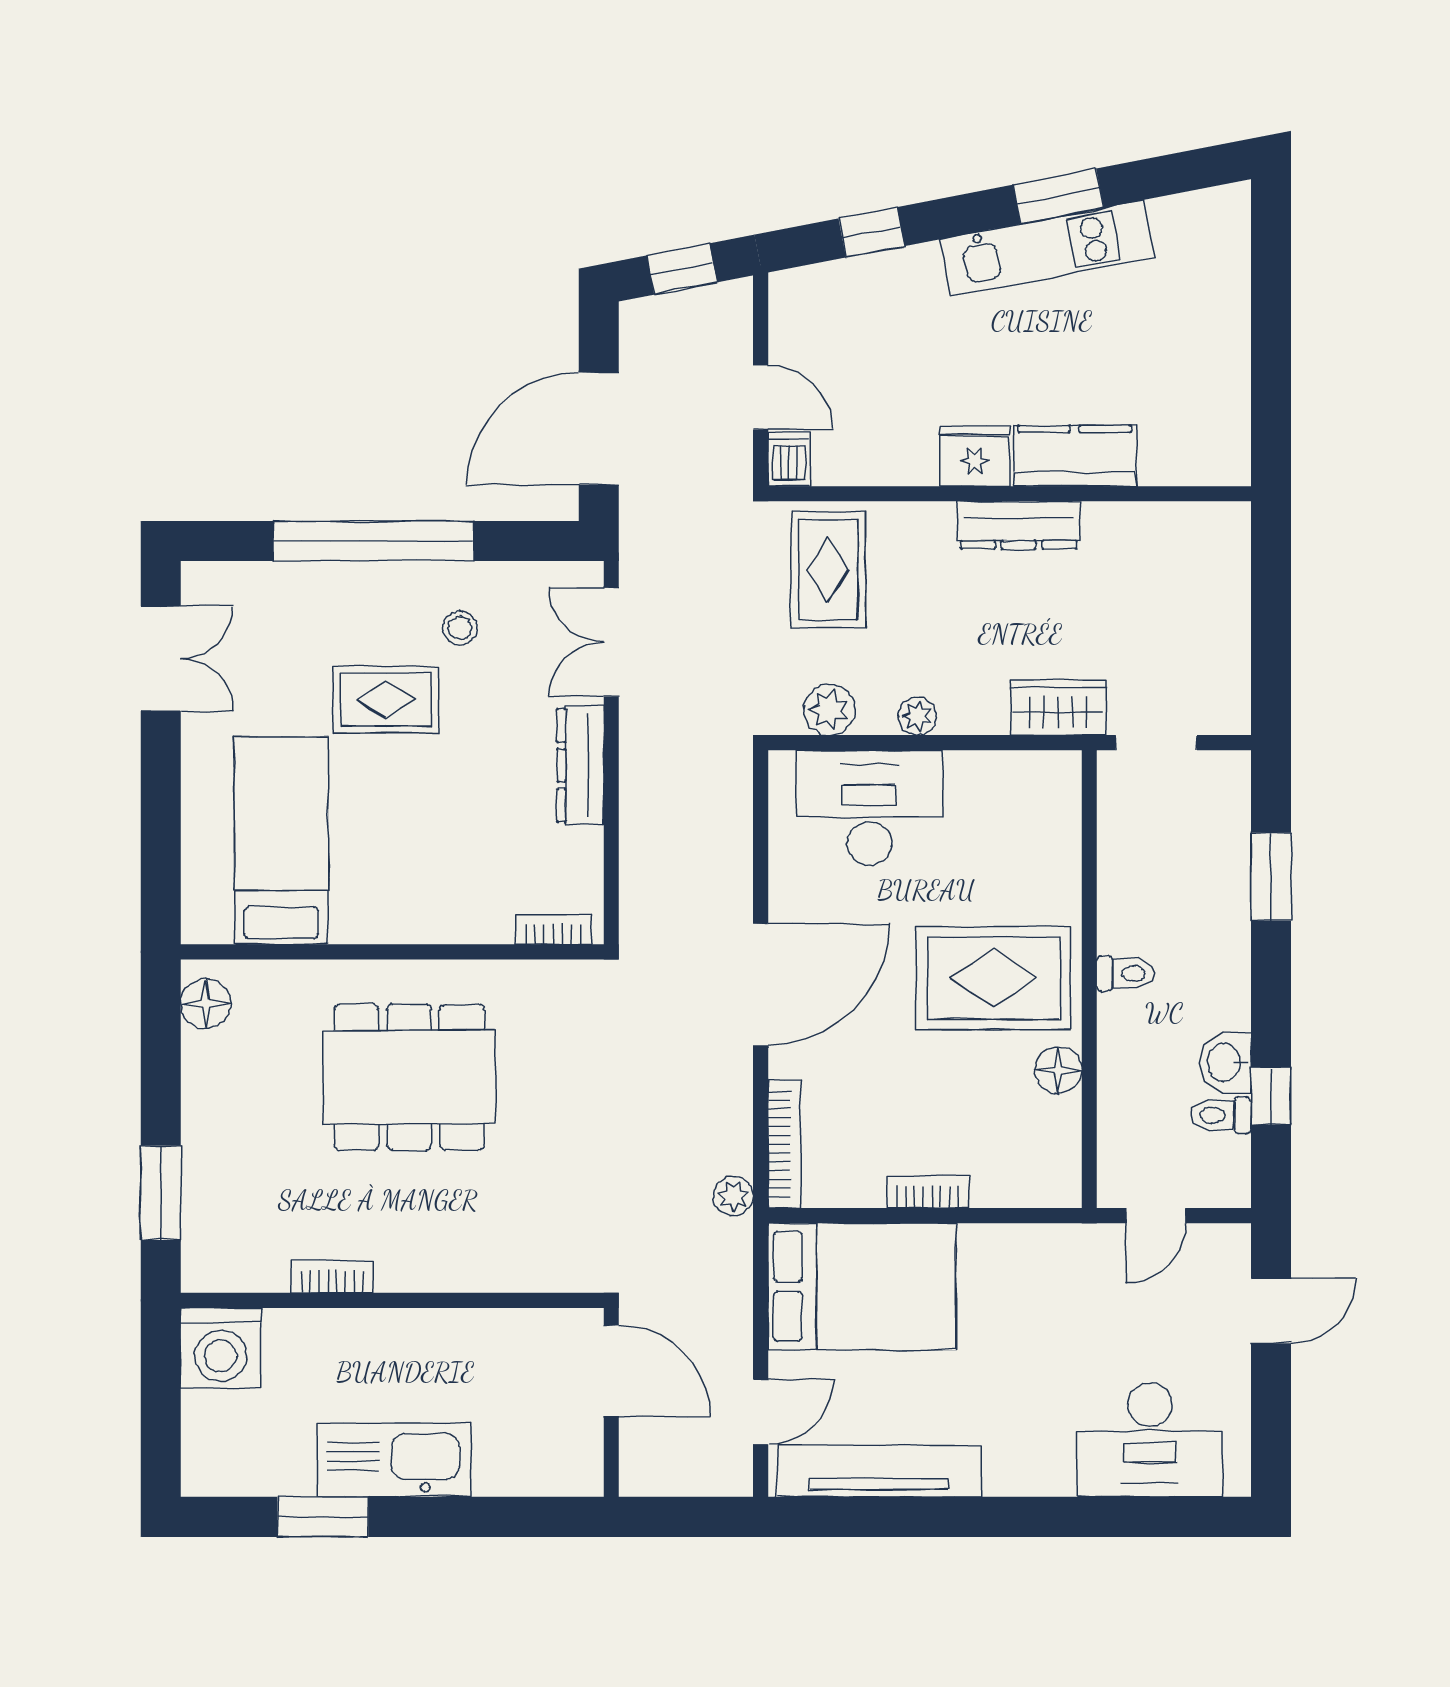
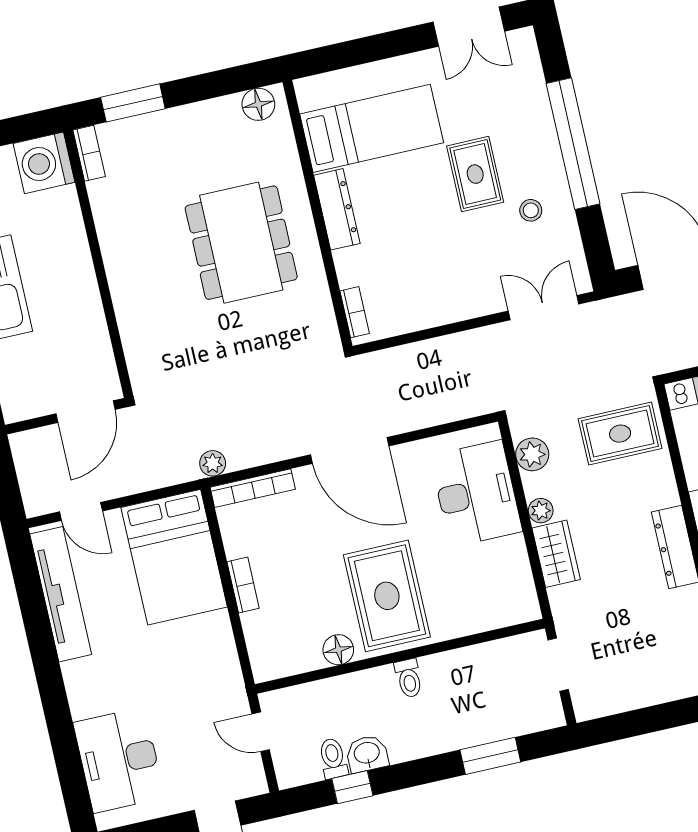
wardrobe: (1058, 708) -> (556, 554), moved
dresser: (580, 765) -> (337, 209), moved, turned 90
bookcase: (332, 1276) -> (89, 153), moved

